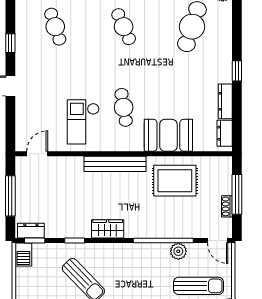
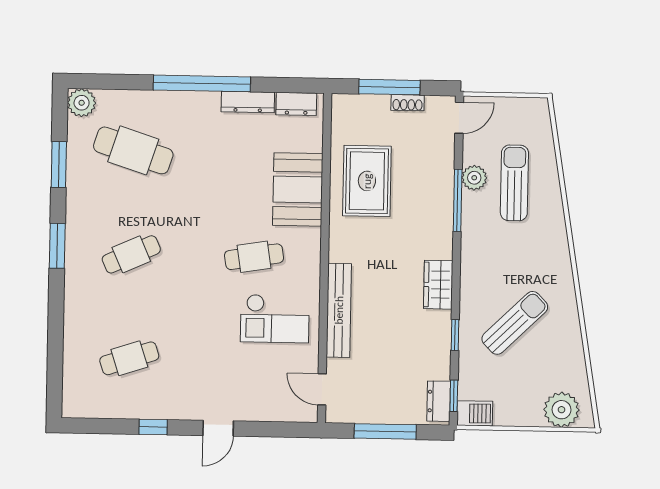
window: (237, 71) -> (202, 83), width x3.17
bench: (115, 164) -> (339, 310), moved
window: (163, 241) -> (458, 200), width x0.68
sun lounger: (199, 286) -> (514, 183), moved

